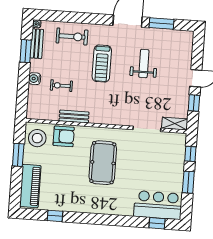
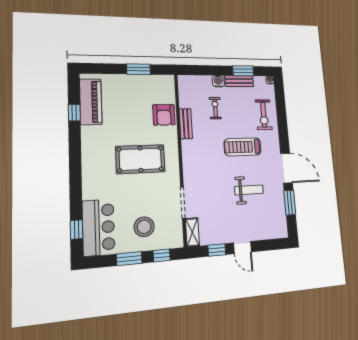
bench: (37, 44) -> (239, 81), moved
stool: (37, 138) -> (144, 227), moved
piano: (30, 186) -> (91, 102), moved, turned -90

